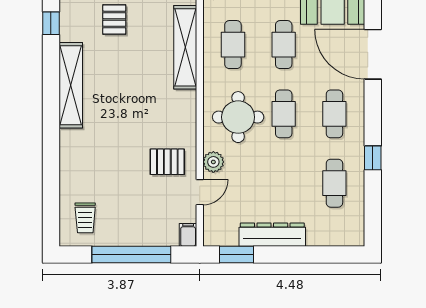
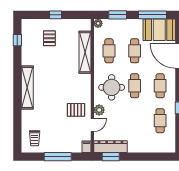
shelving: (71, 85) -> (27, 88), moved
dresser: (272, 235) -> (111, 147), moved
window: (131, 255) -> (58, 157), width x0.68

